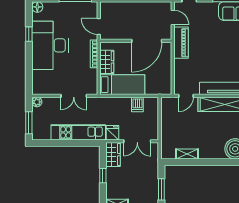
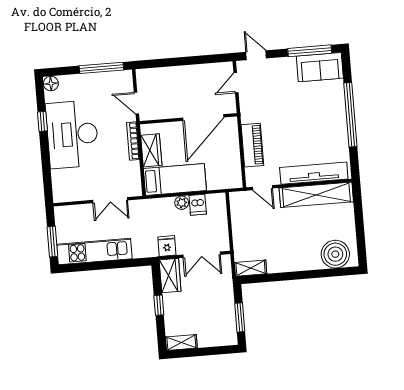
door: (173, 18) -> (236, 83), swing flipped
piano: (181, 43) -> (252, 145), moved
door: (186, 96) -> (263, 188), hinge flipped
plant: (37, 102) -> (182, 203), moved
kitchen unit: (78, 132) -> (94, 251), moved
shelving: (187, 154) -> (251, 268), moved

